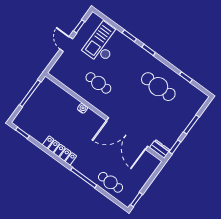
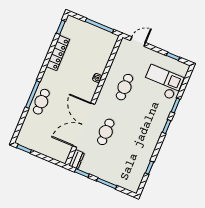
door: (66, 44) -> (138, 42), moved
cafe table: (158, 87) -> (106, 132), moved, width x0.73, depth x0.74
locker: (59, 150) -> (58, 53), moved
cafe table: (111, 182) -> (41, 102), moved

